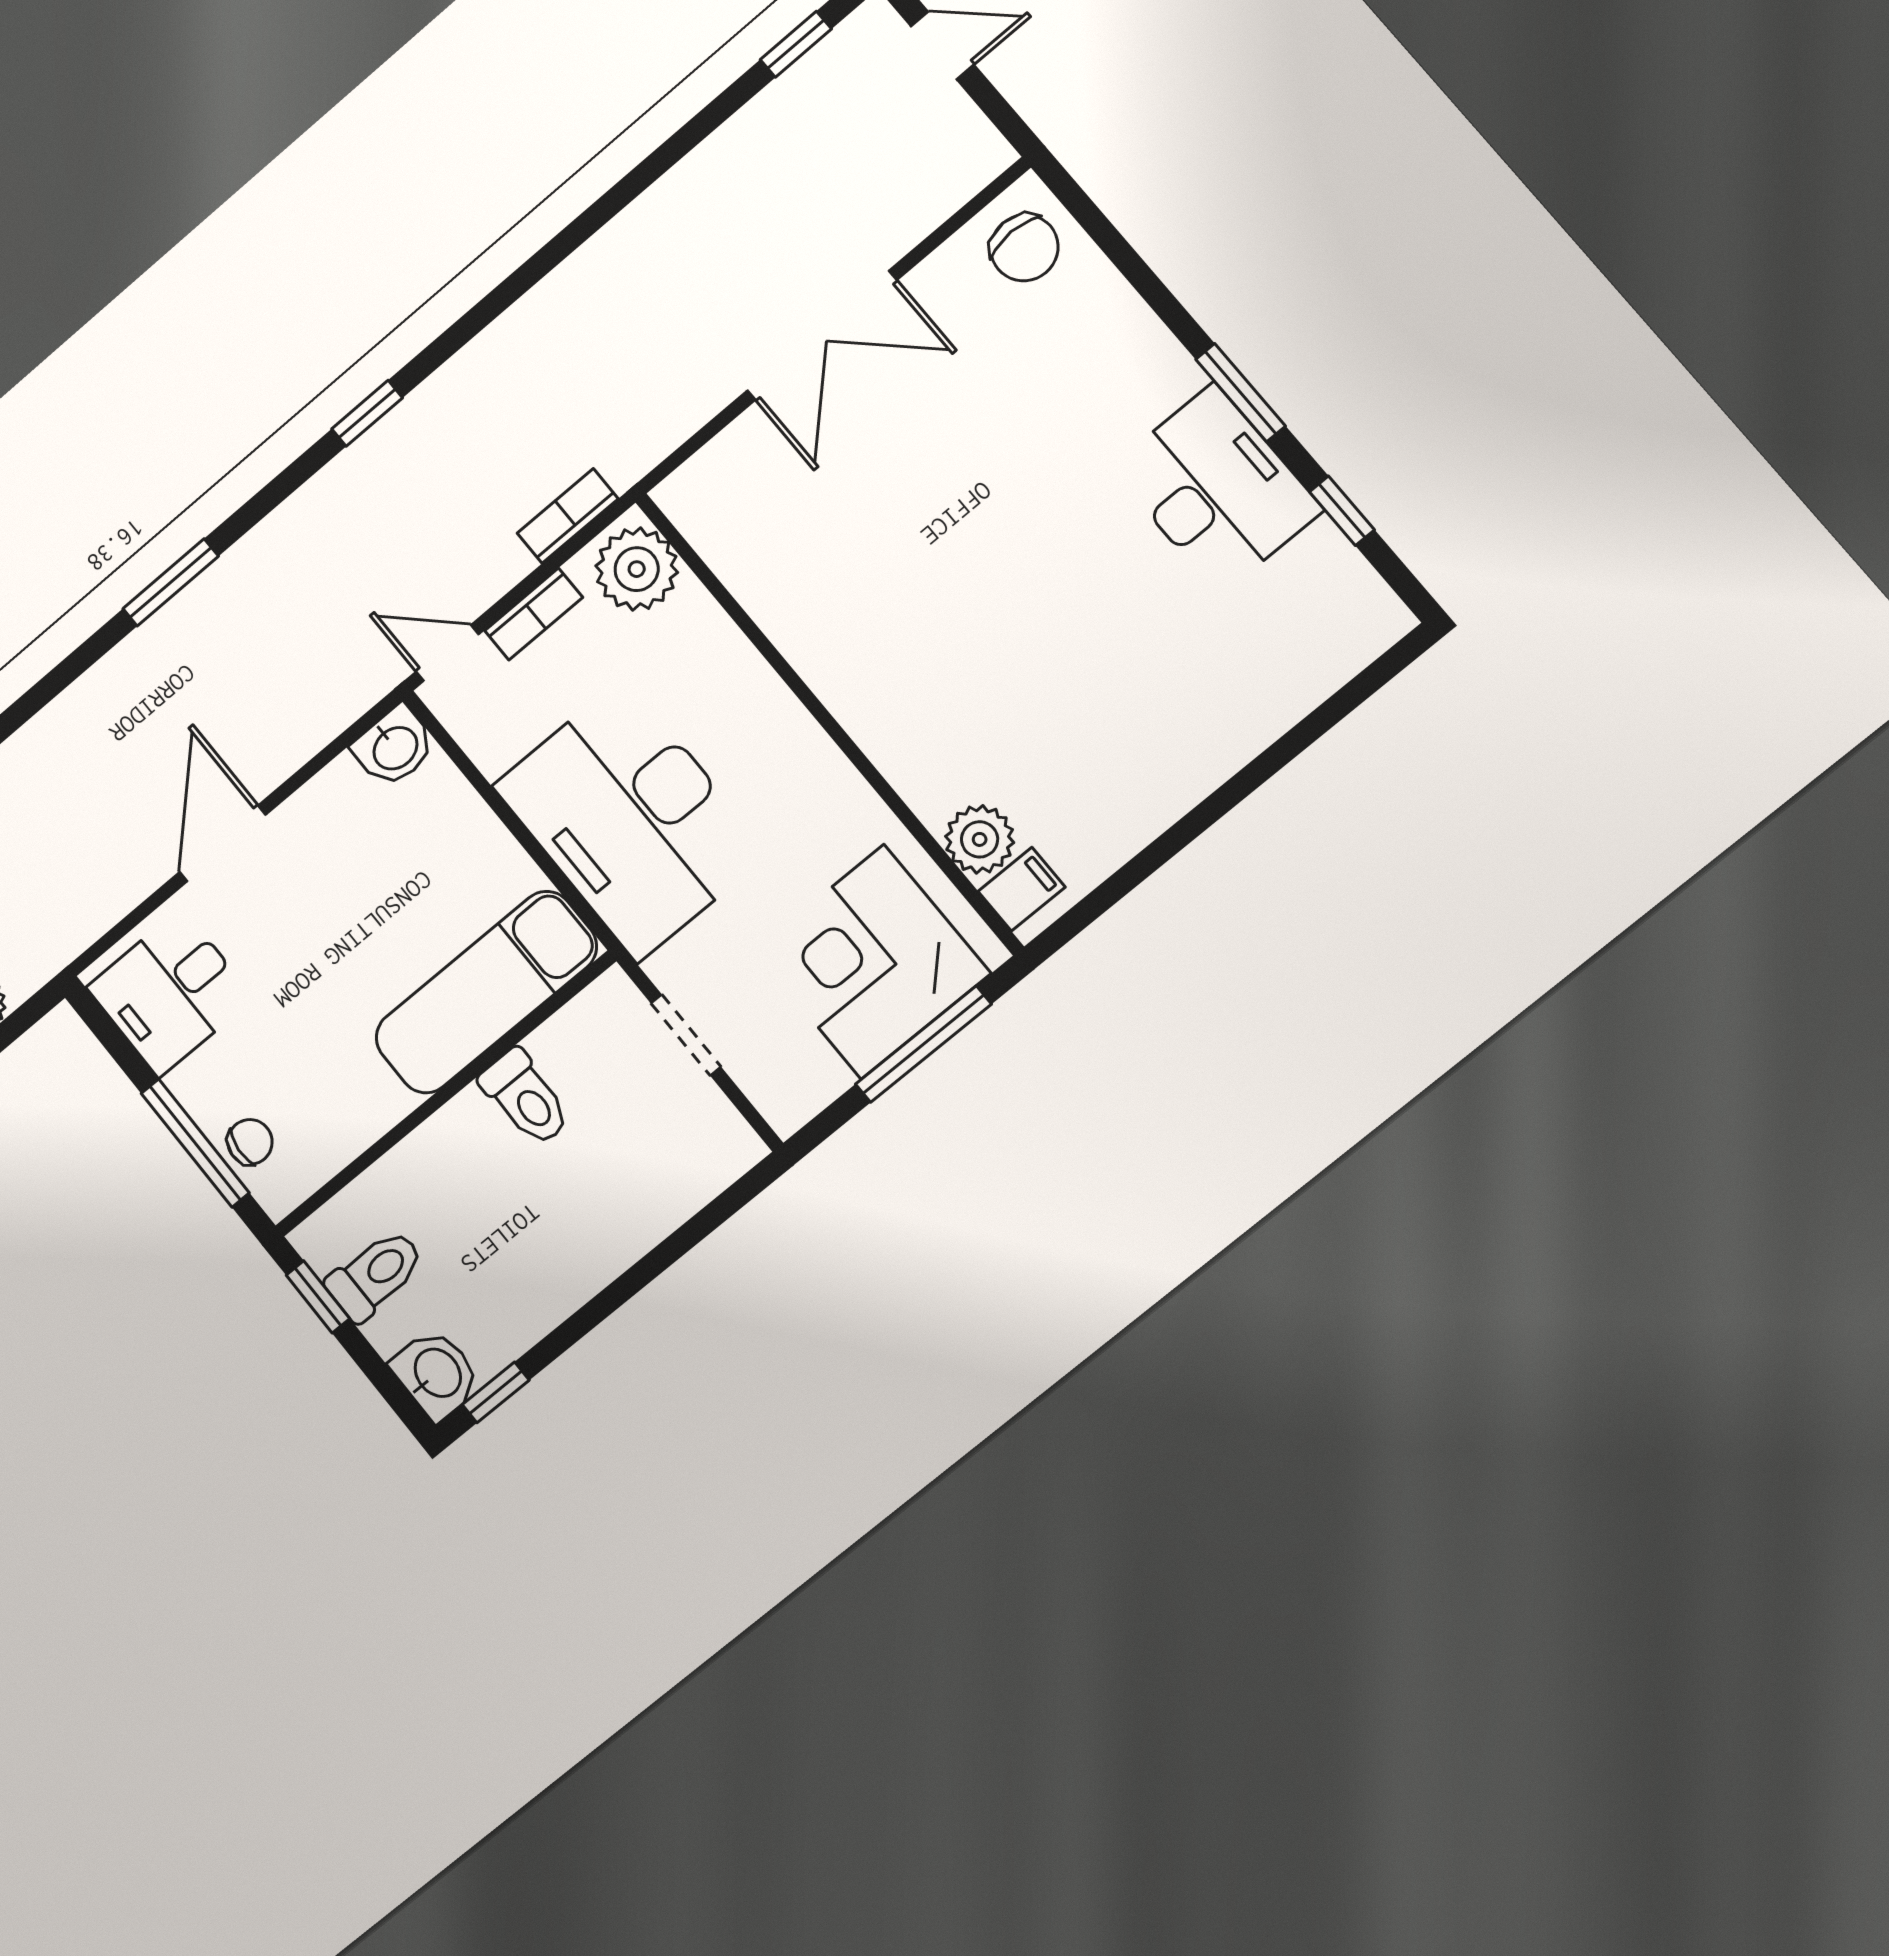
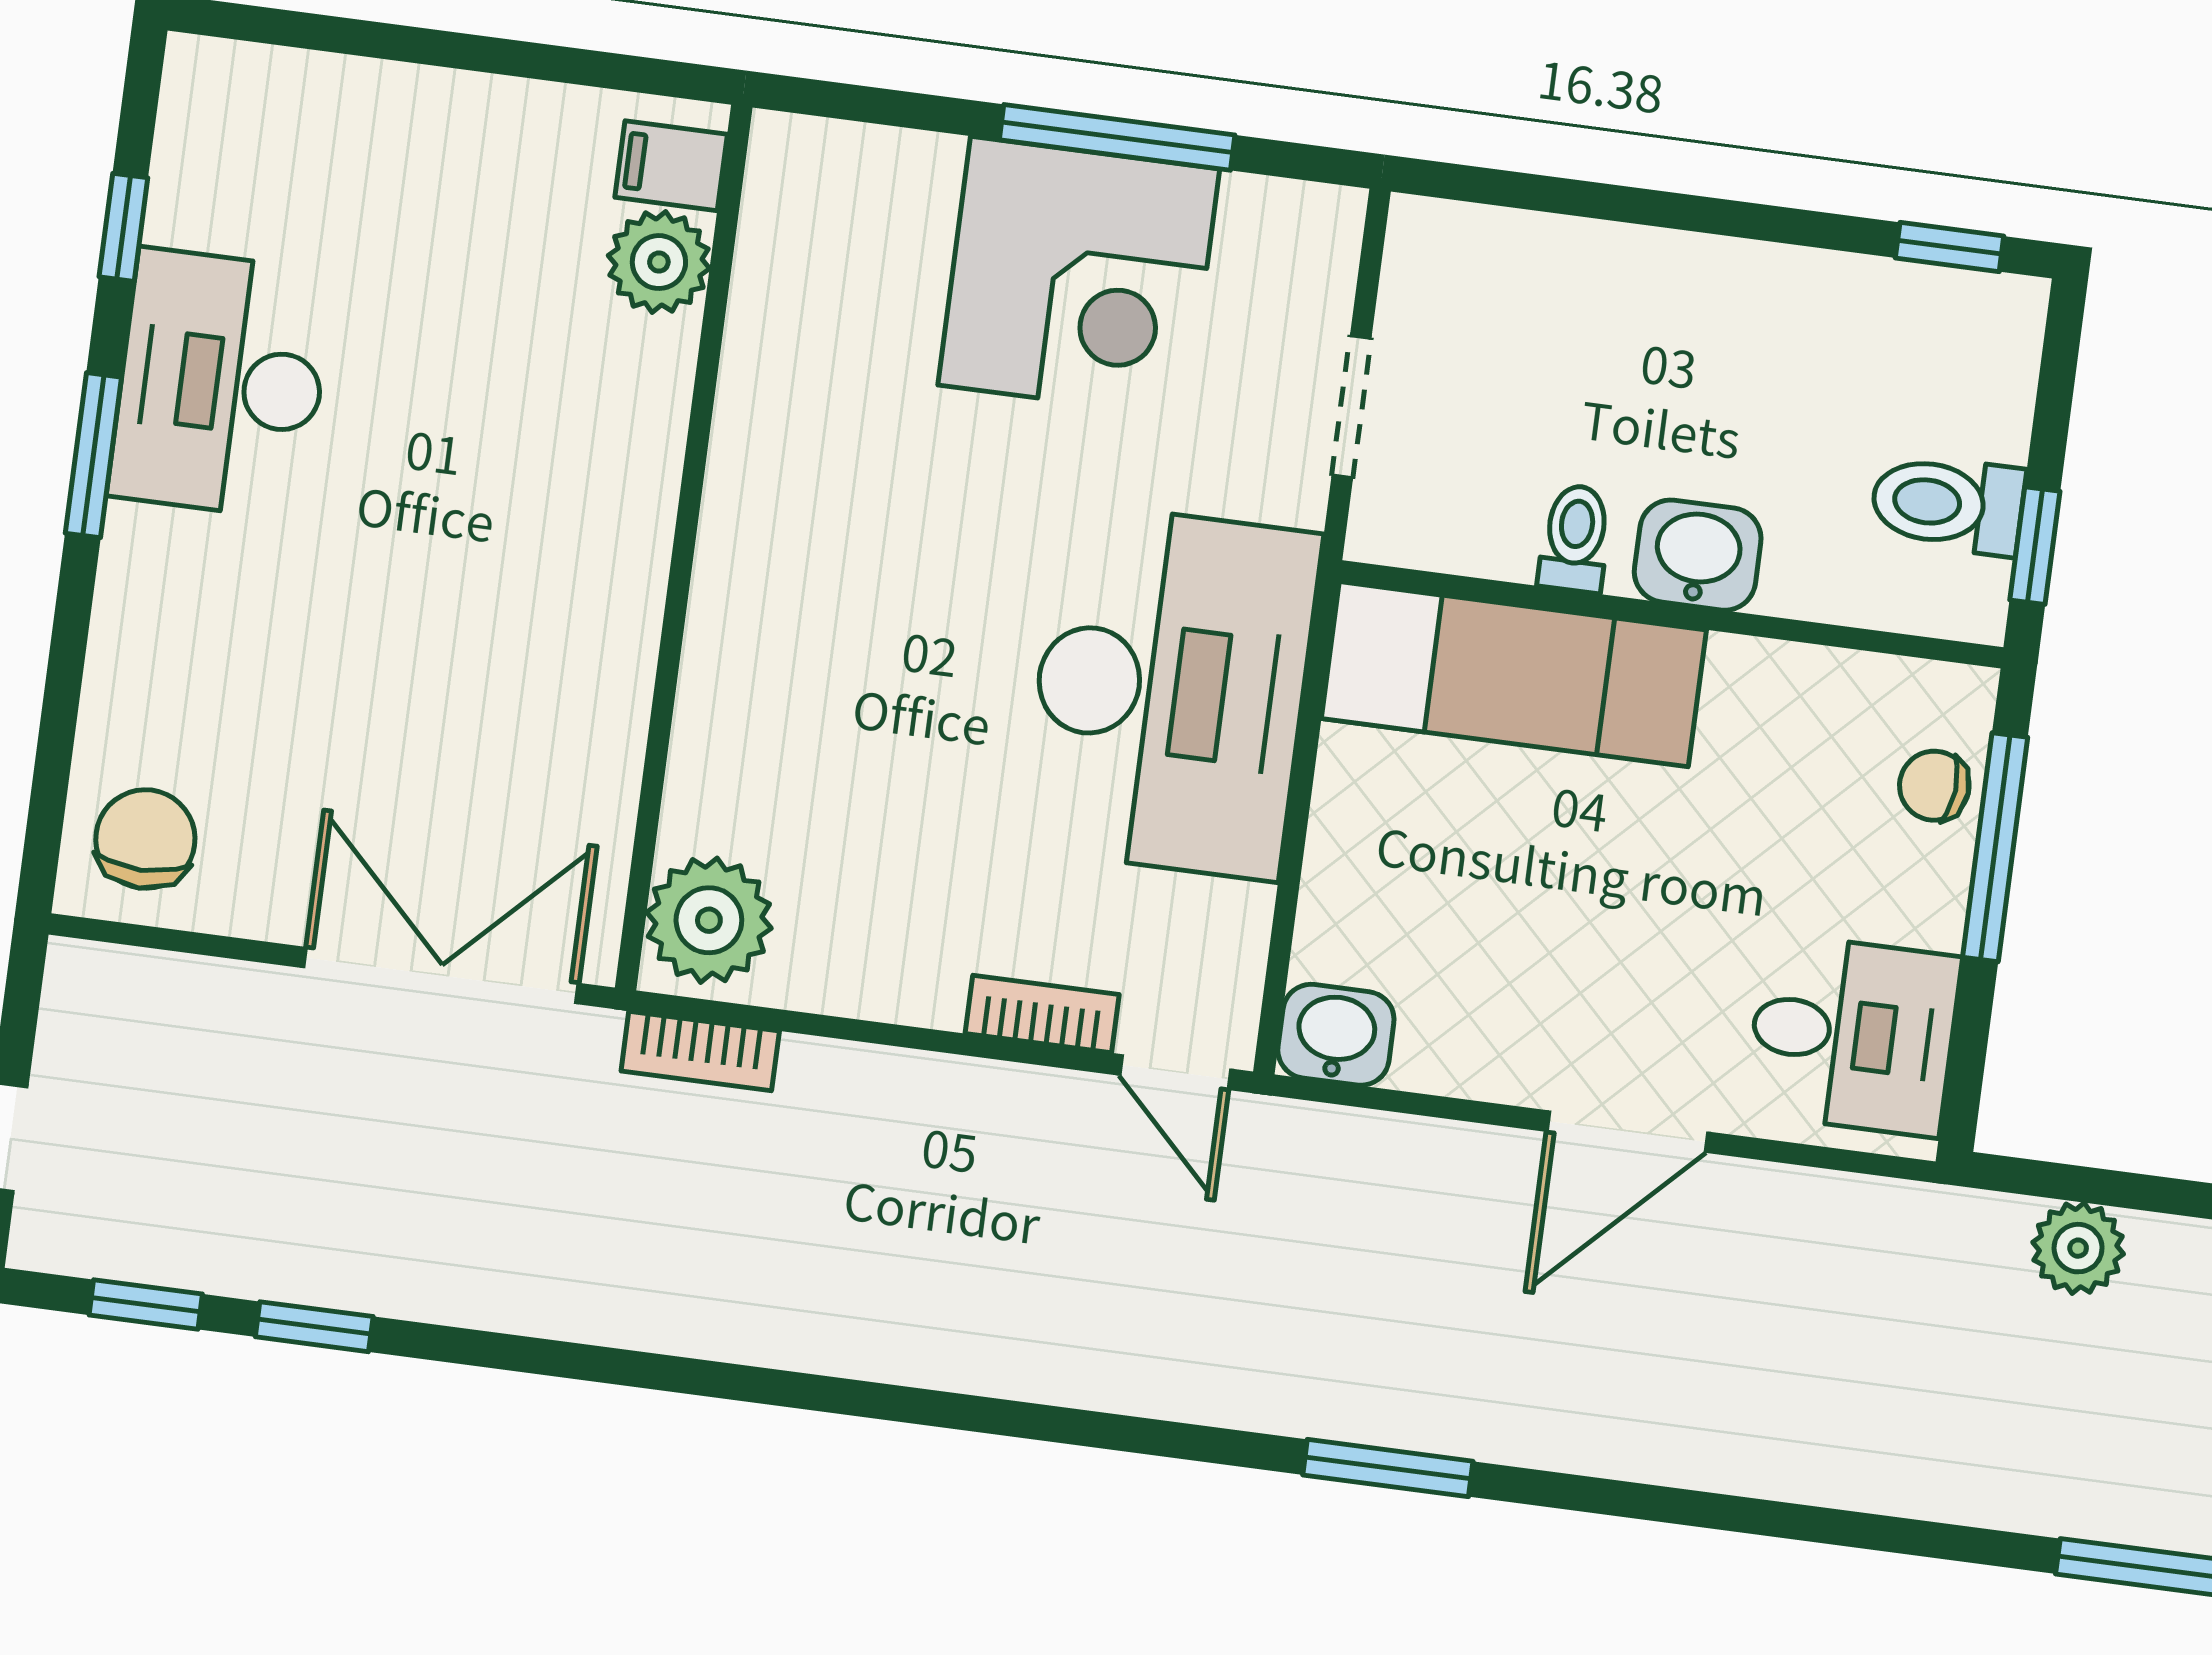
window: (367, 413) -> (314, 1327), moved
bookcase: (568, 516) -> (700, 1051), moved
plant: (637, 569) -> (709, 920), moved
wall: (828, 723) -> (684, 547), moved
plant: (980, 839) -> (659, 262), moved
filing cabinet: (1022, 889) -> (671, 166), moved
toilet: (526, 1098) -> (1575, 538), width x0.73, depth x0.72
washbasin: (436, 1374) -> (1698, 555), moved, turned 90

